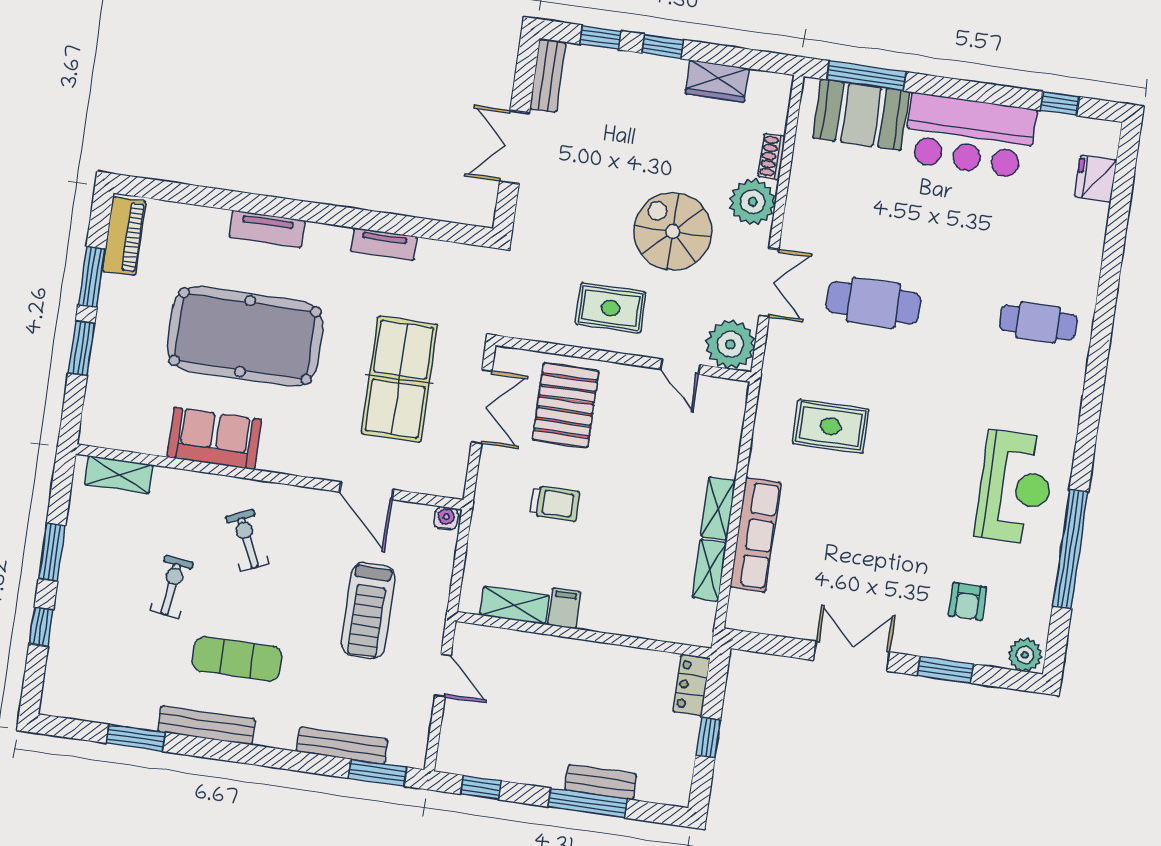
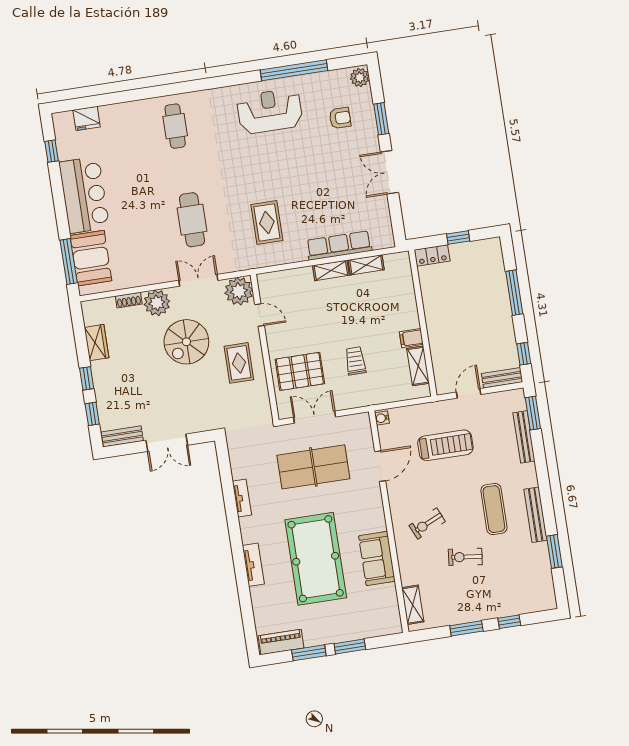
door: (680, 367) -> (260, 315), hinge flipped
bench: (601, 782) -> (502, 378), moved, turned 90

